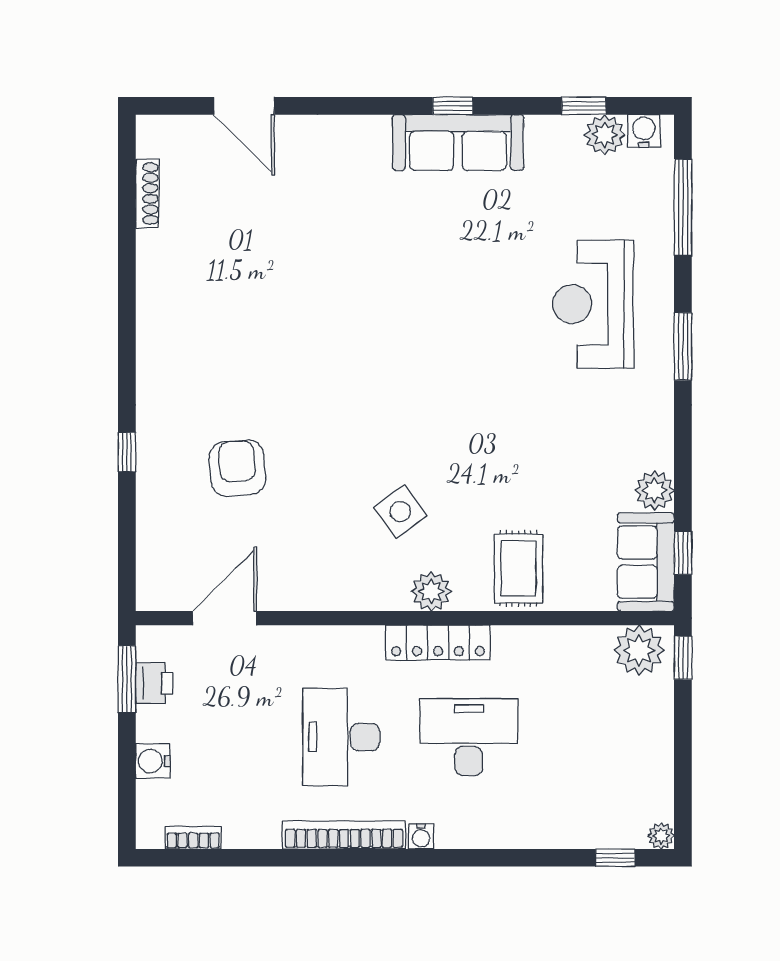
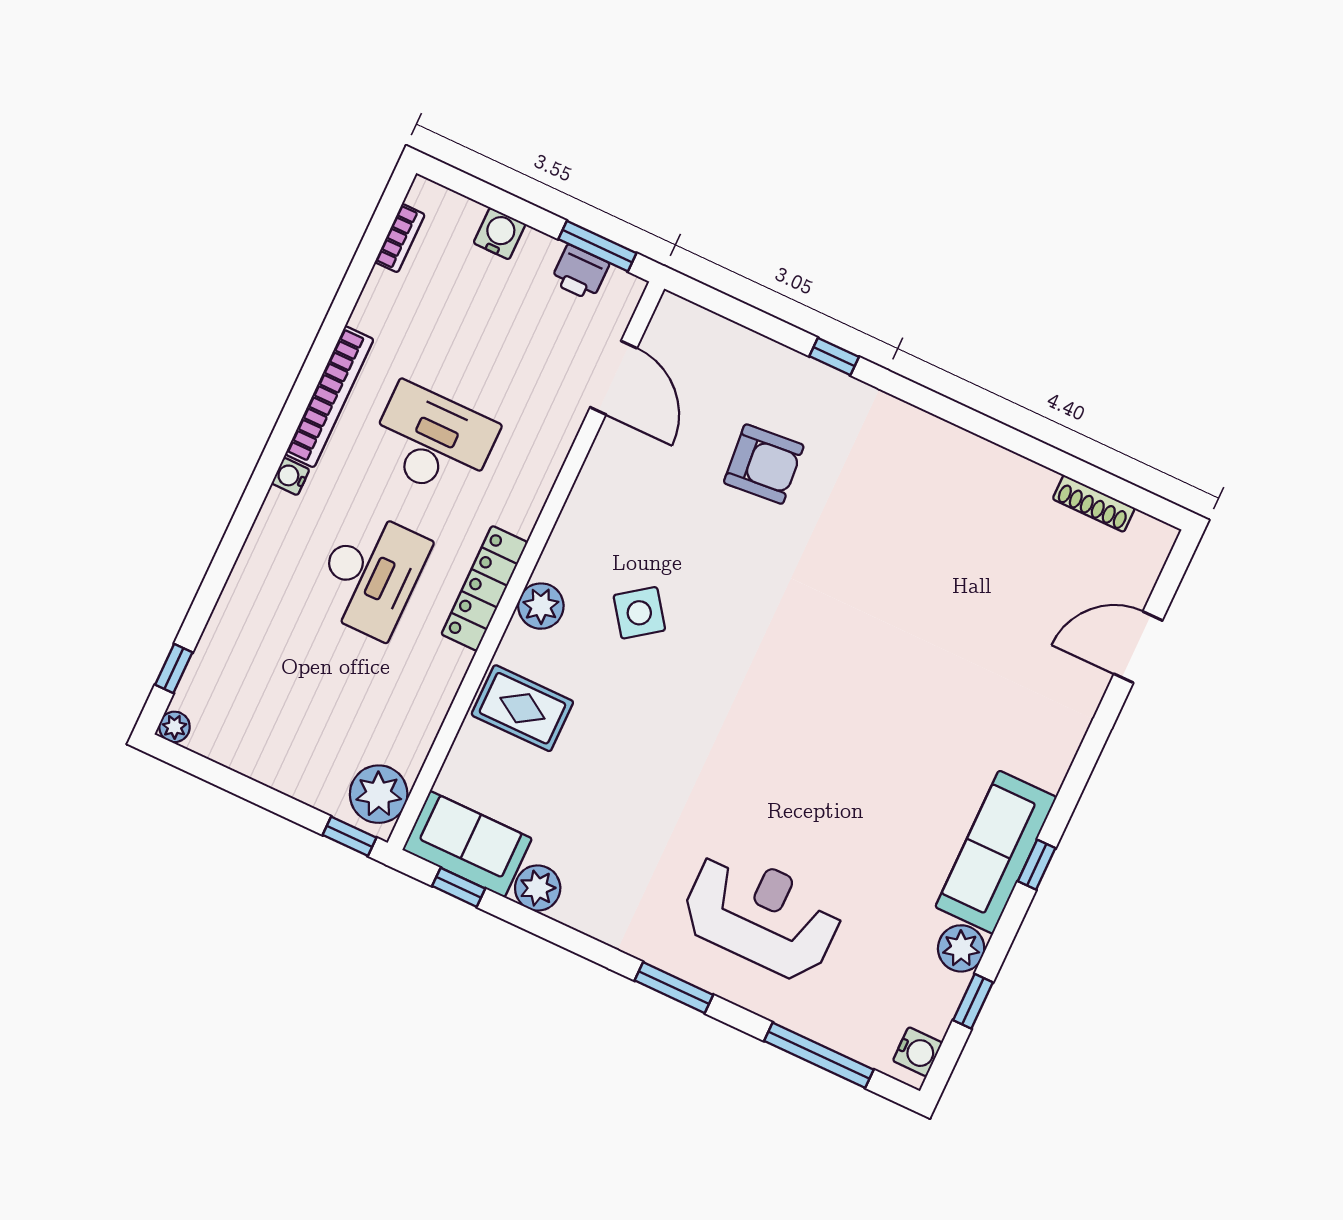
plant: (605, 135) -> (961, 948), moved

